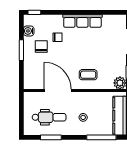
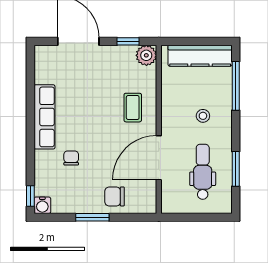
water cooler: (29, 31) -> (42, 205), moved
chair: (41, 46) -> (114, 196), moved

